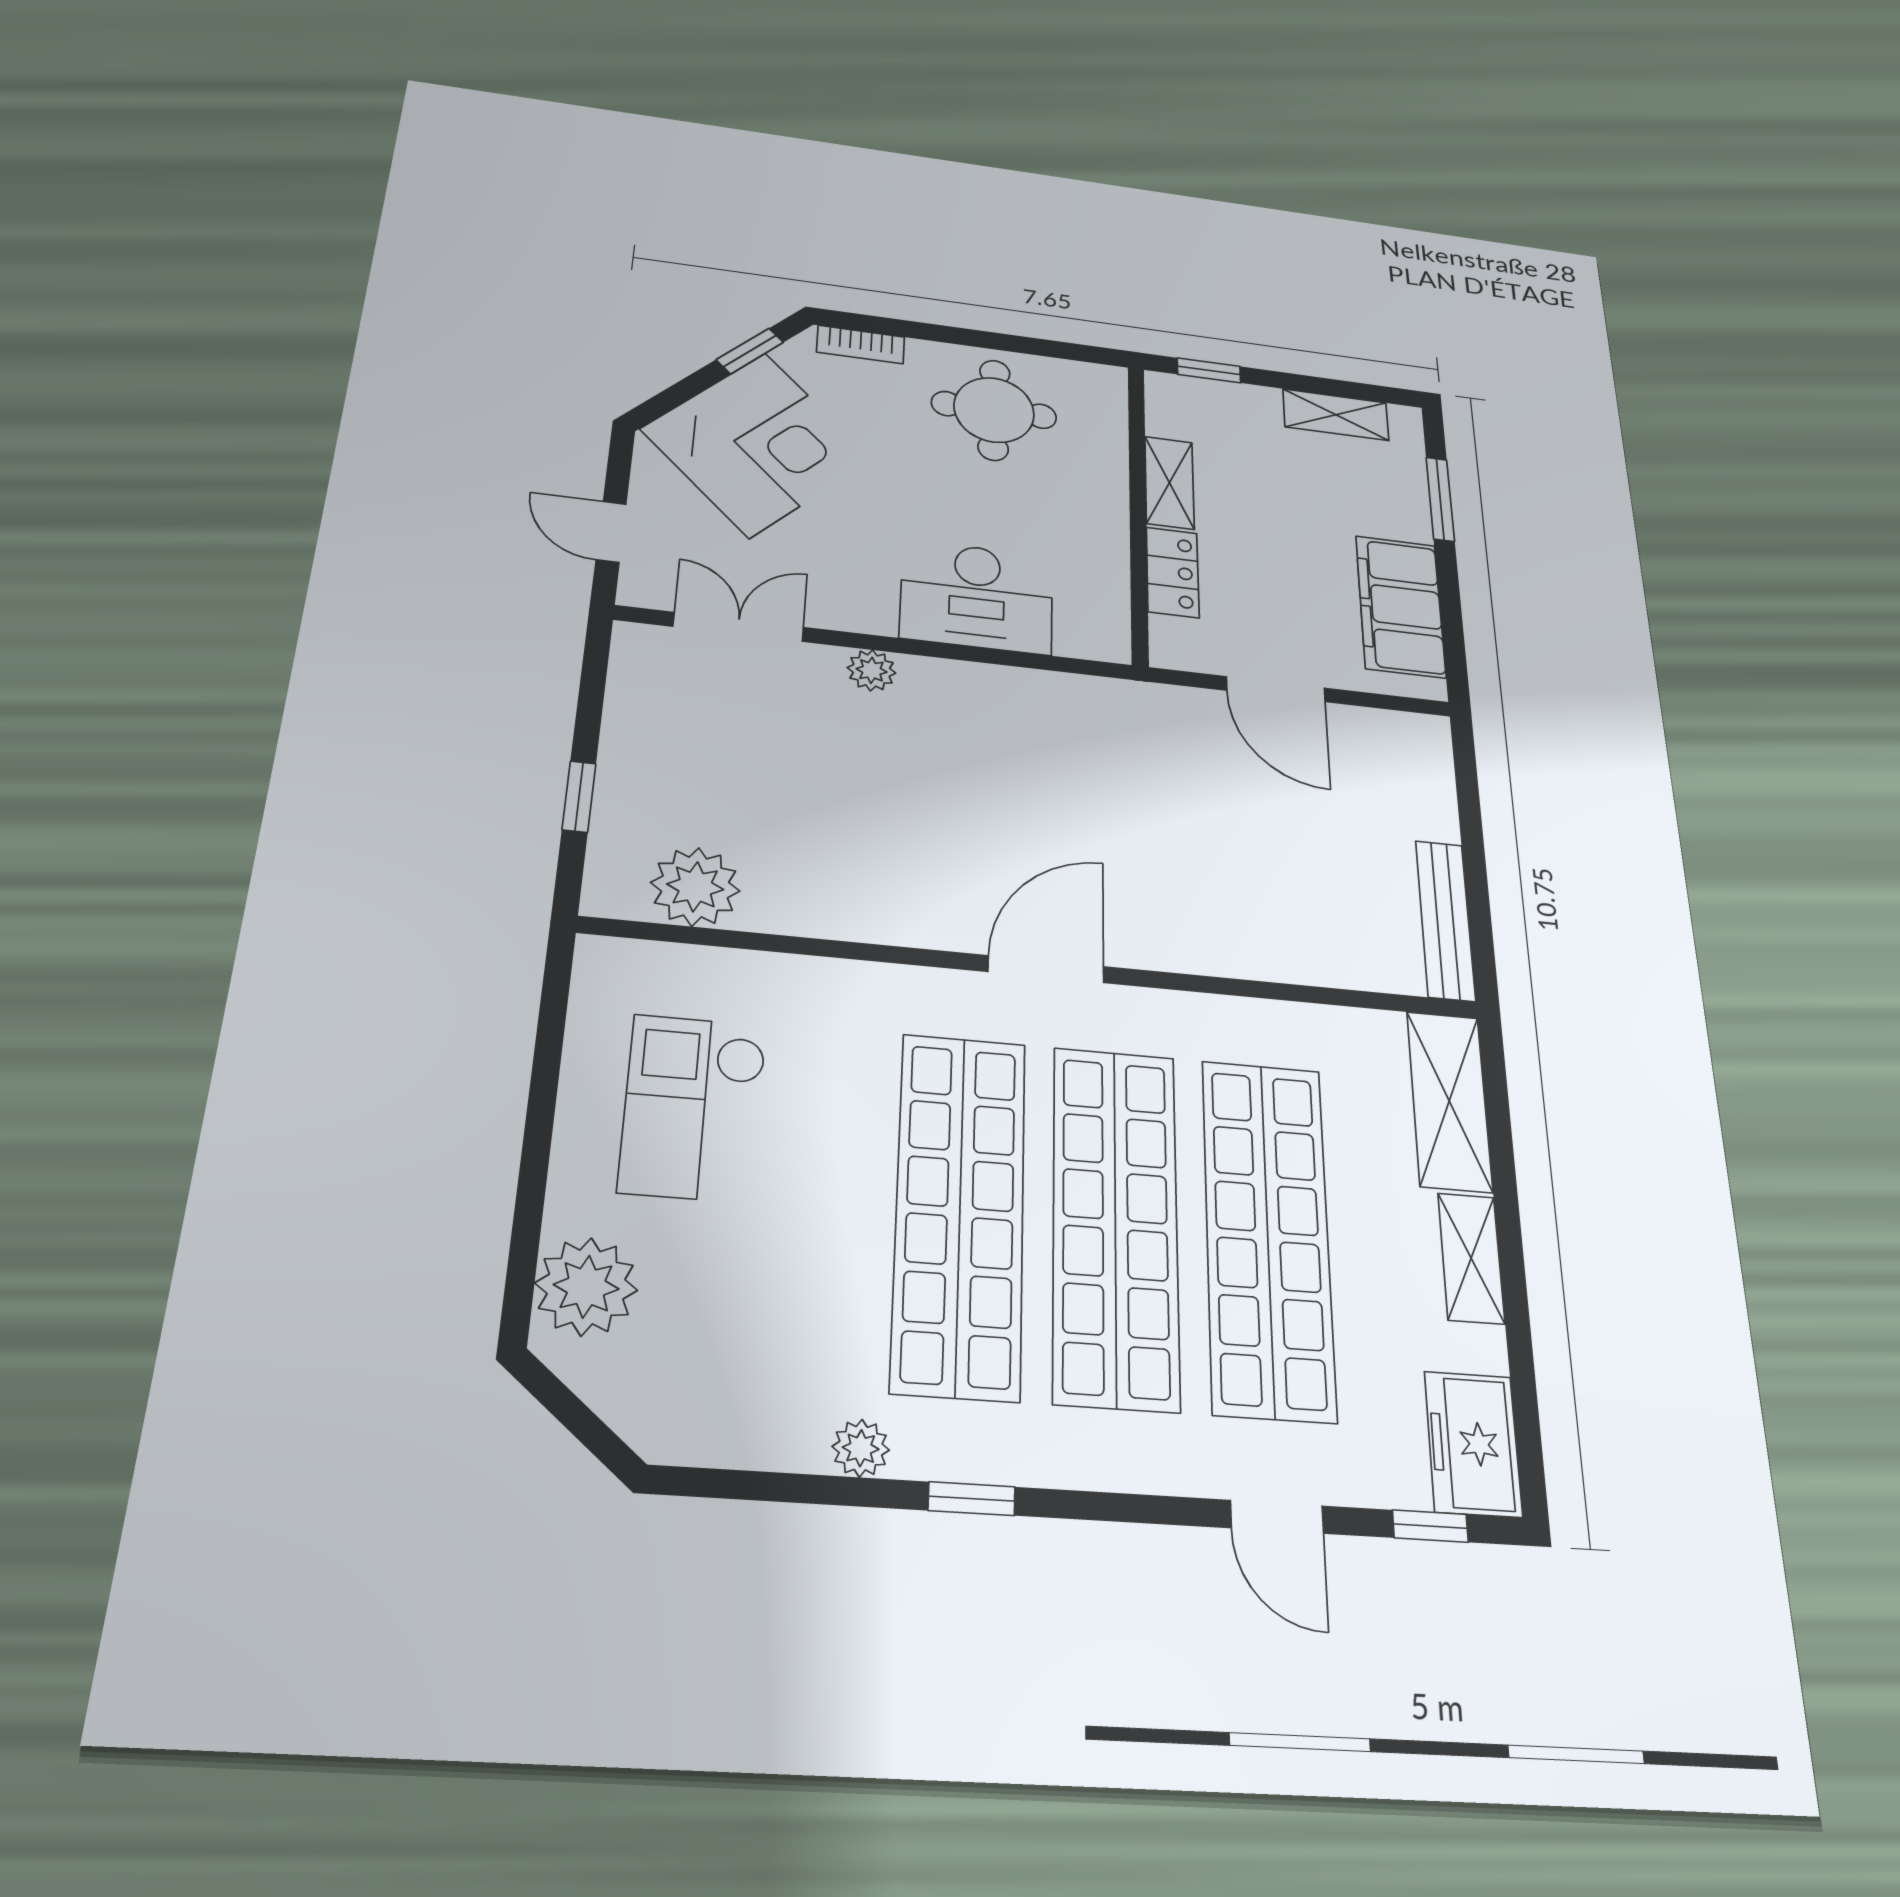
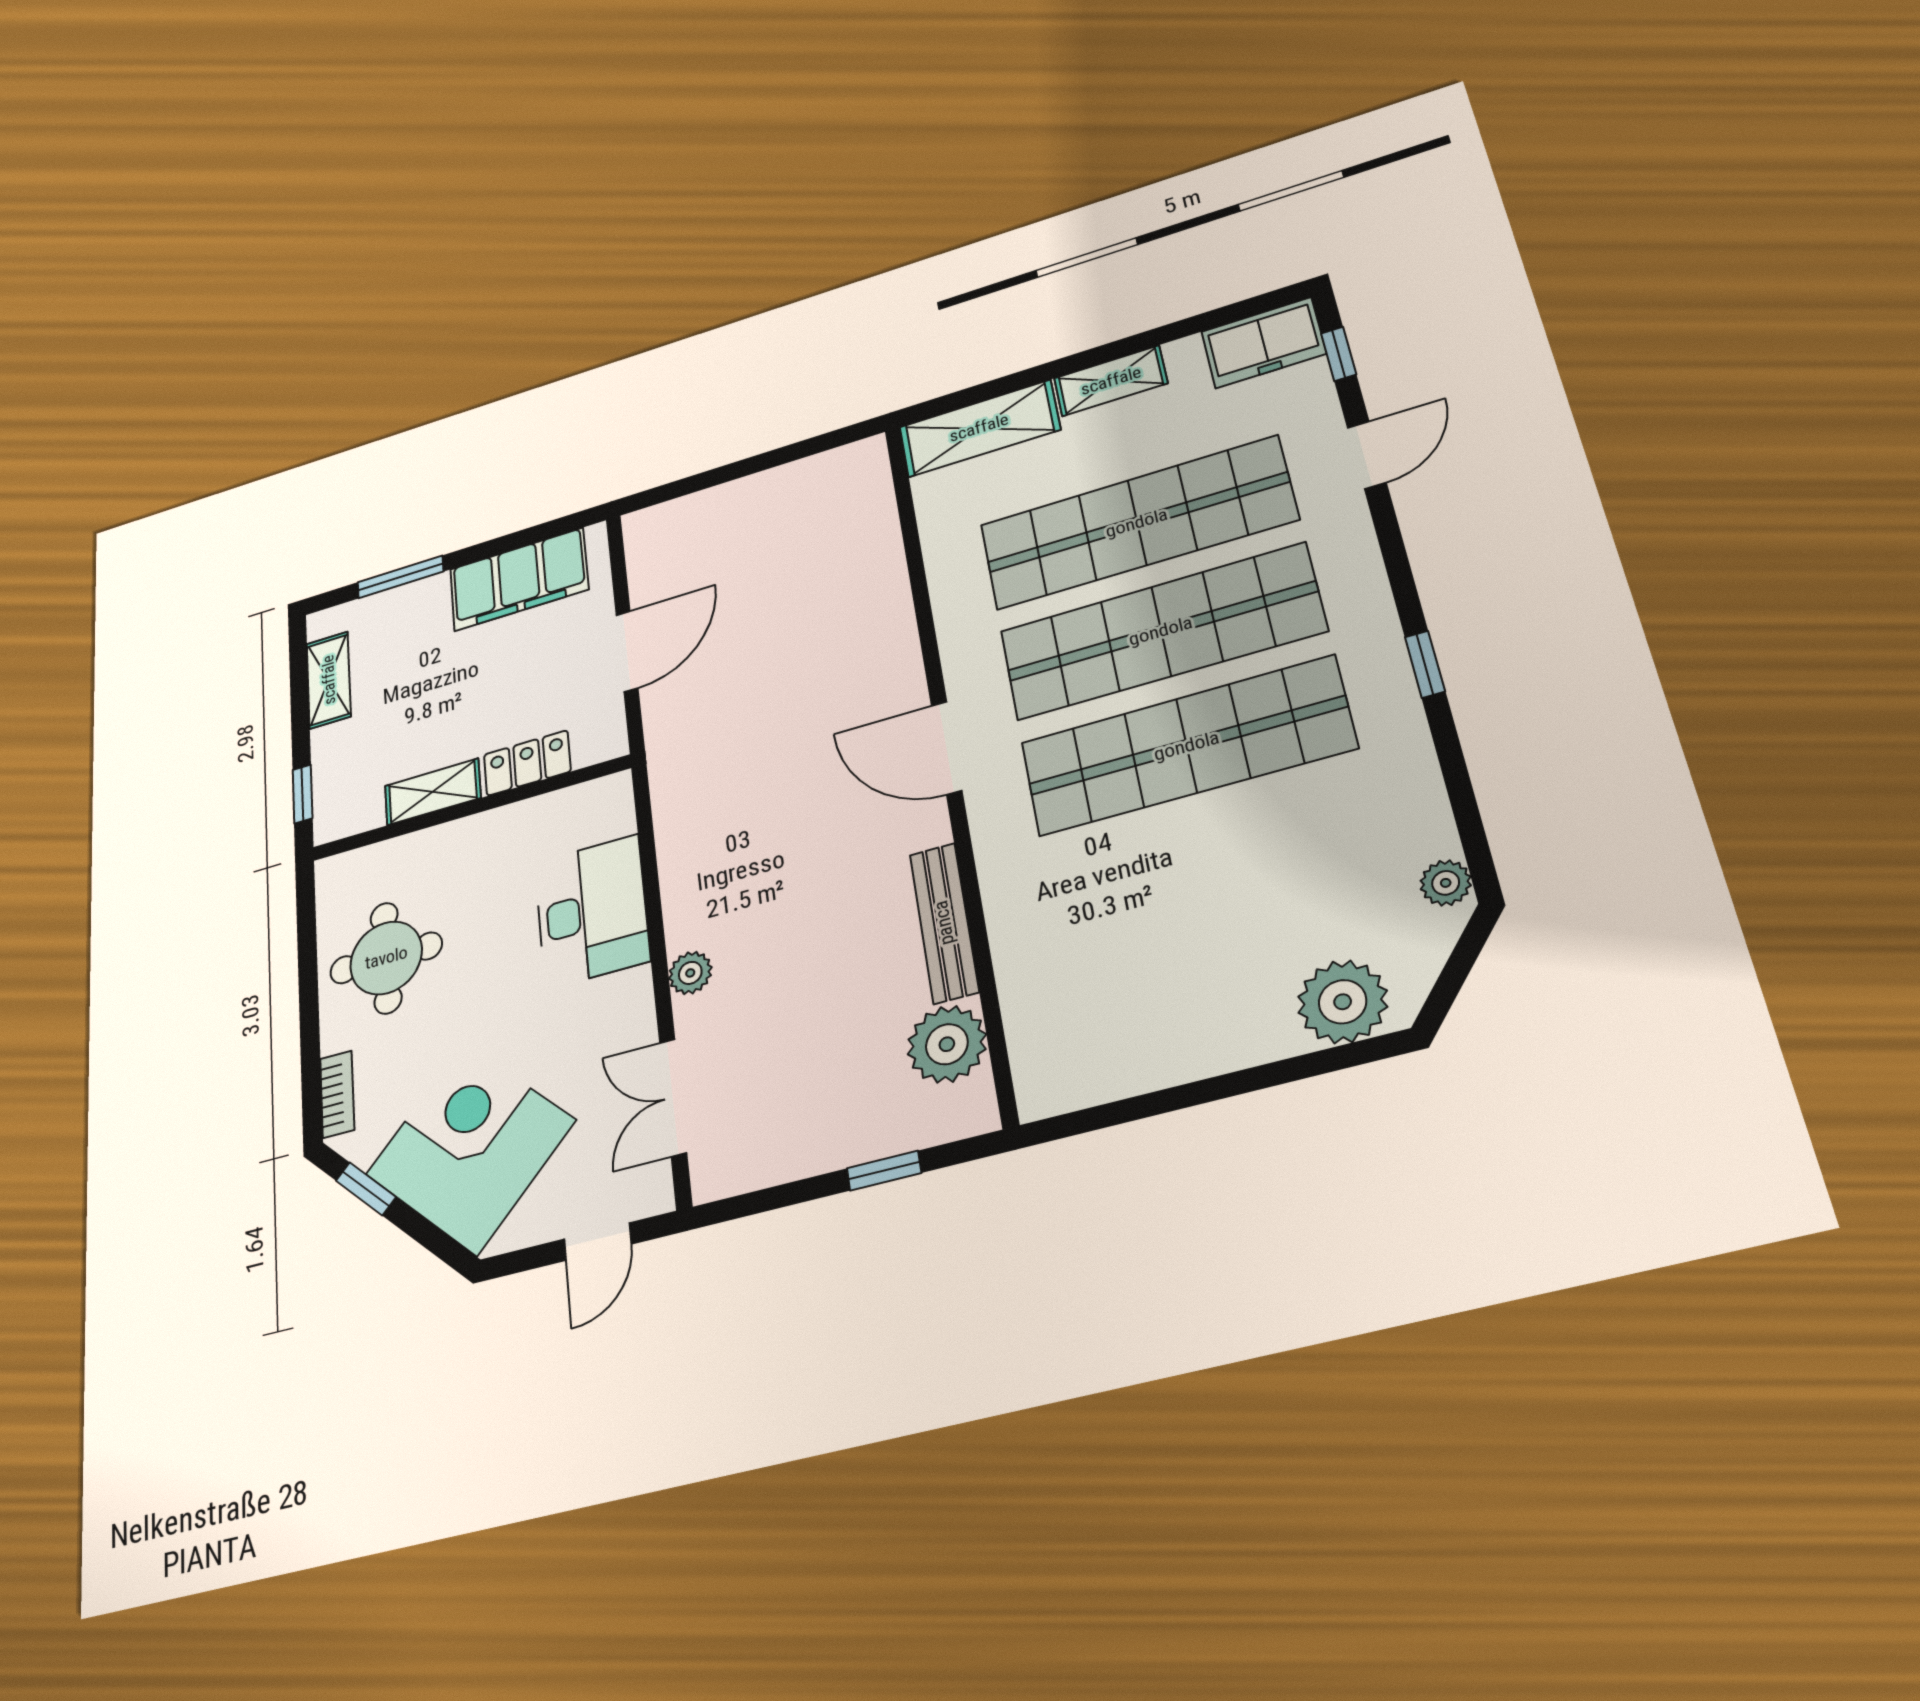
bench: (1445, 920) -> (944, 923), moved, turned 90
checkout: (693, 1108) -> (1156, 975), removed
plant: (861, 1448) -> (1446, 883), moved

